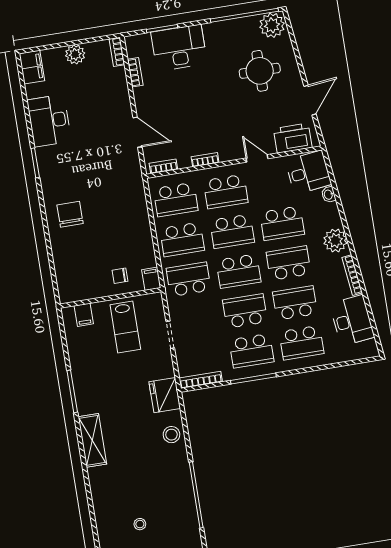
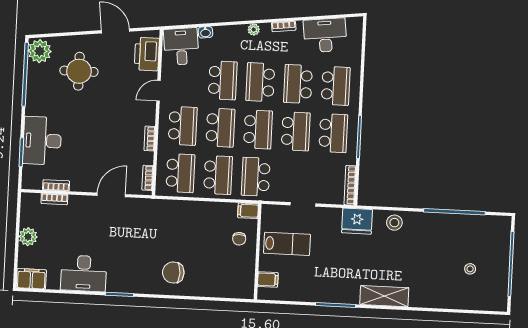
bookcase: (117, 52) -> (54, 199), moved
plant: (335, 241) -> (254, 29), width x0.53, depth x0.53
bookcase: (352, 275) -> (284, 26), width x0.64
school desk: (245, 311) -> (296, 131), turned 180

